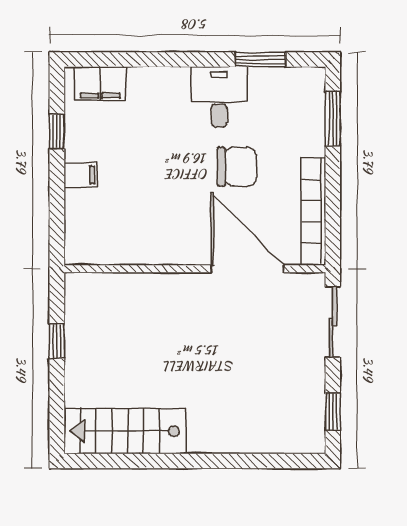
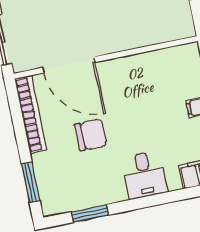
desk: (219, 97) -> (145, 175), moved
chair: (237, 167) -> (91, 135), turned 180

